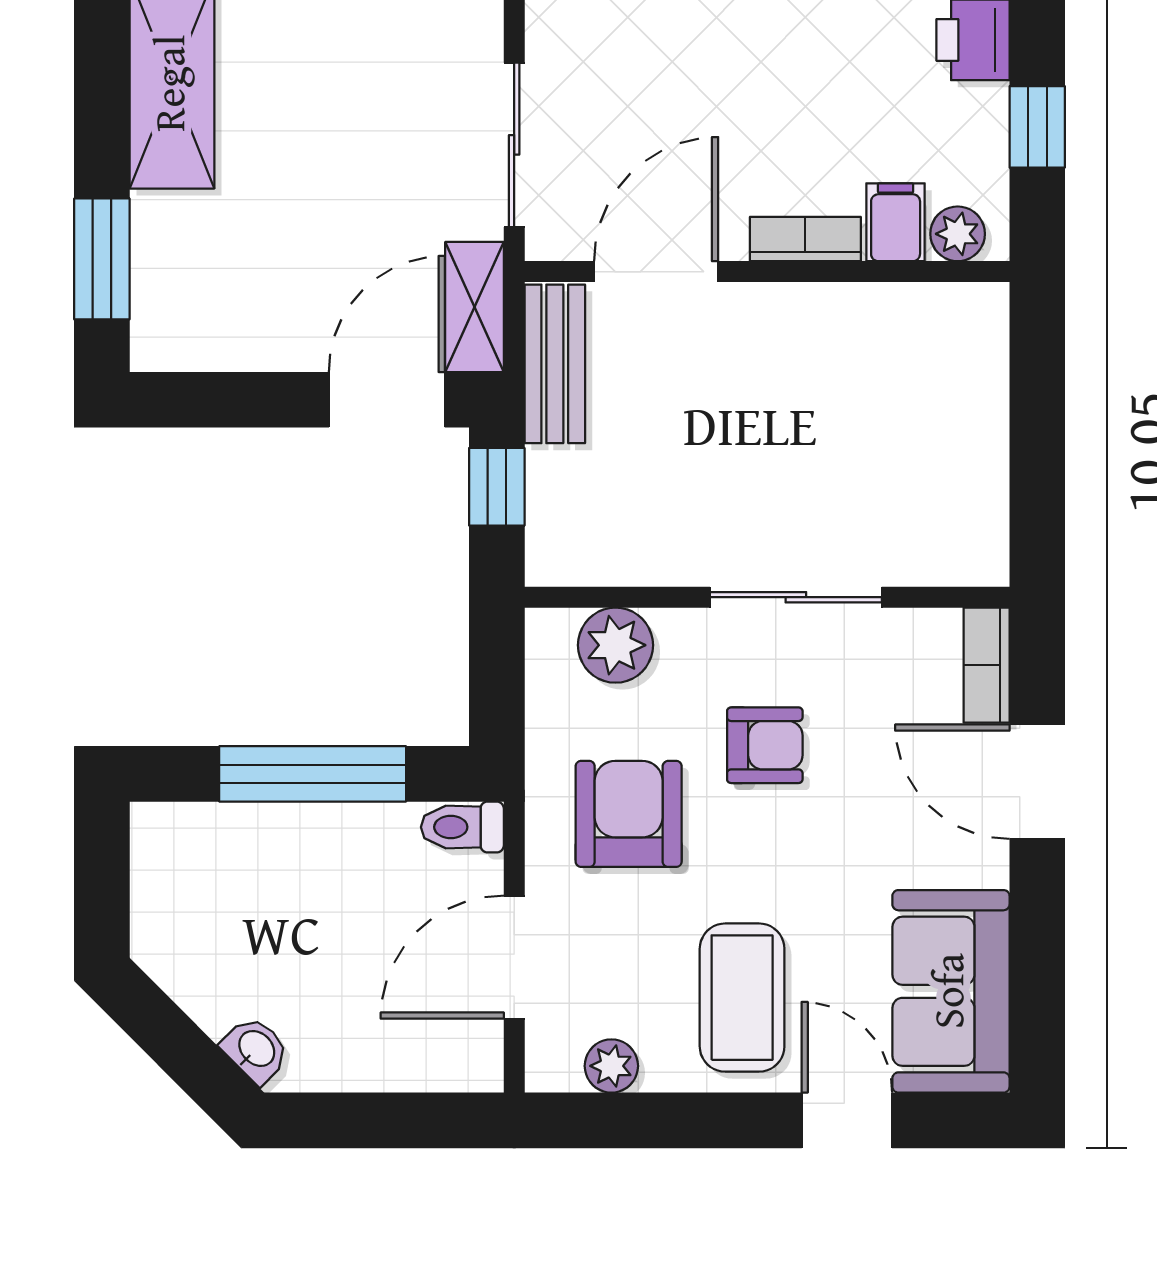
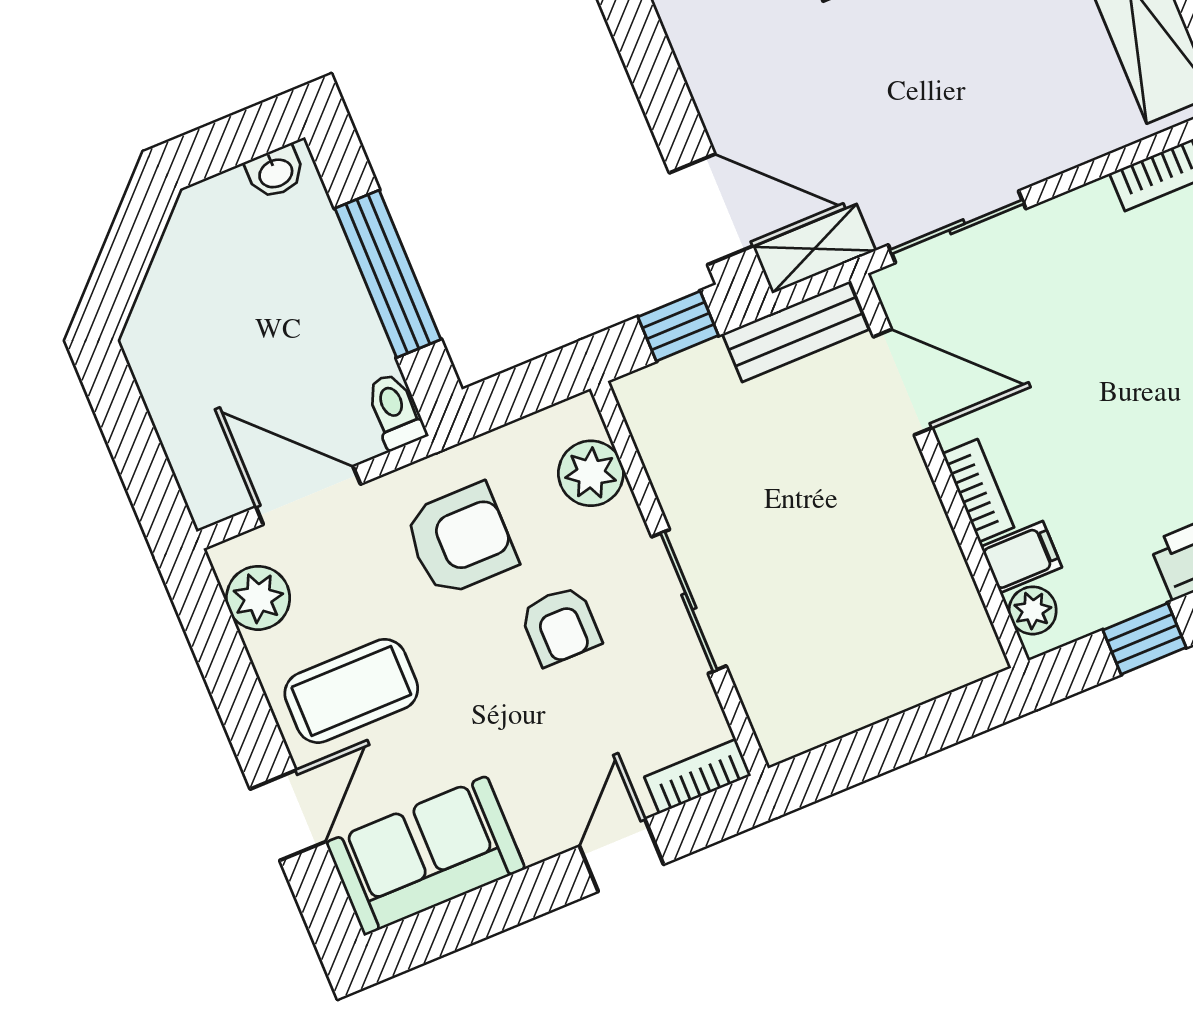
door: (1037, 782) -> (621, 855), width x0.73
washbasin: (256, 1049) -> (275, 172), moved, turned 45
plant: (611, 1066) -> (258, 598), width x1.38, depth x1.38

